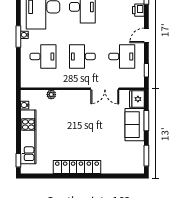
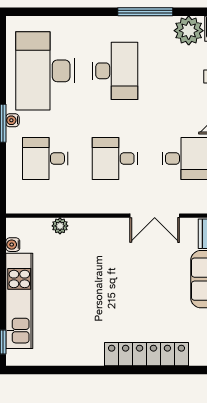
desk: (43, 56) -> (45, 159), turned 180
locker: (77, 167) -> (147, 354), moved

